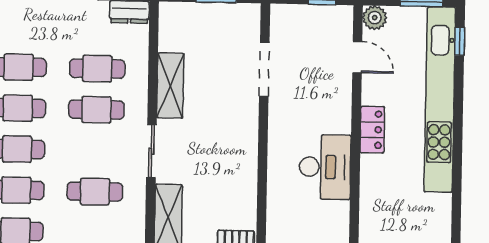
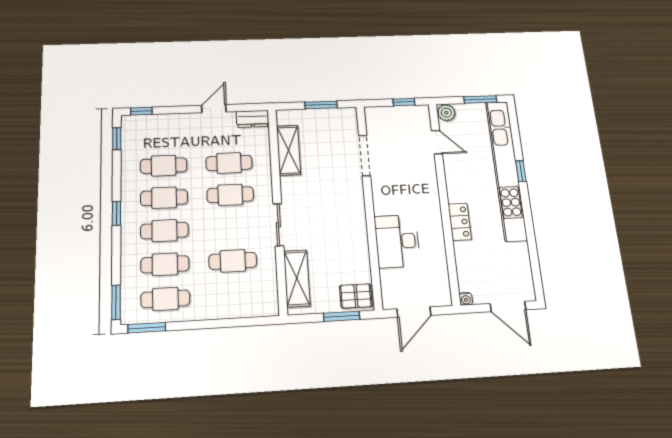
window: (460, 41) -> (521, 171), moved
shelving: (170, 86) -> (289, 150), moved
locker: (372, 130) -> (460, 222), moved
desk: (325, 167) -> (397, 241), moved, turned 180

